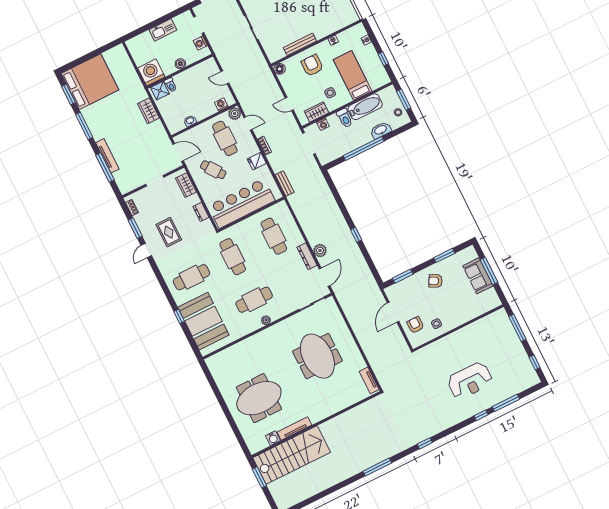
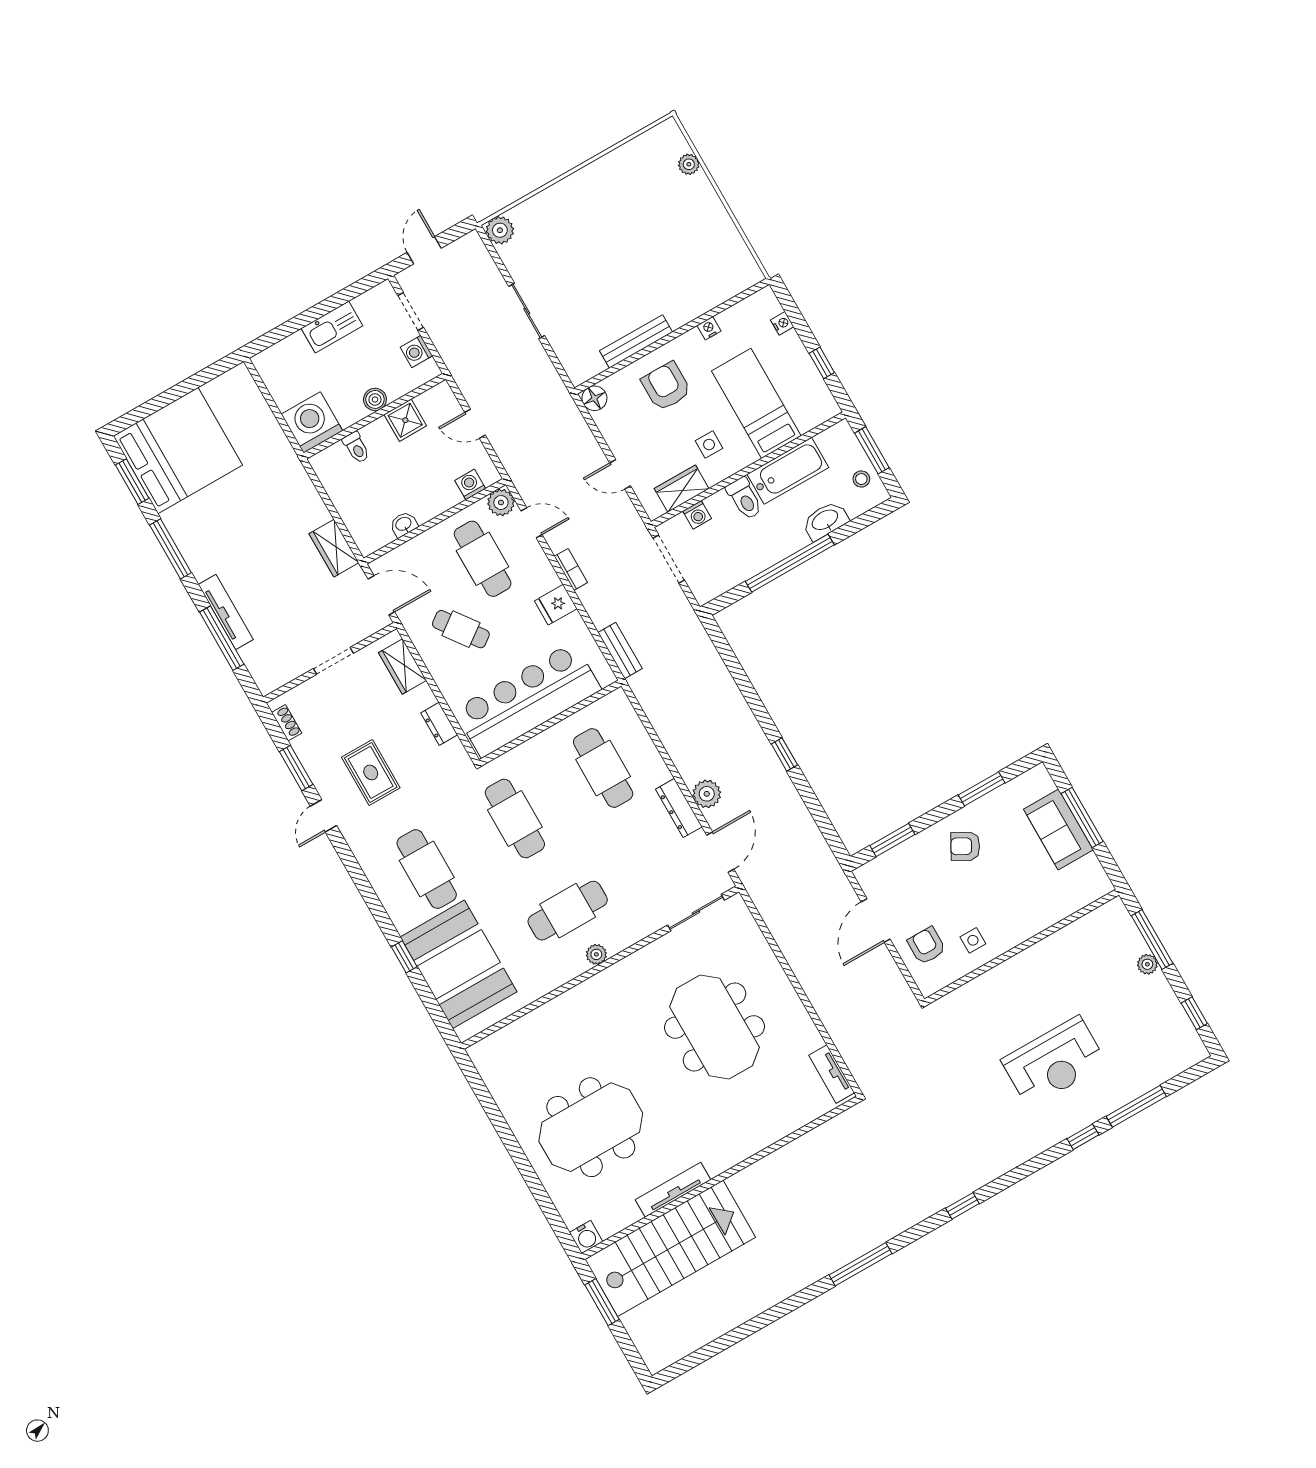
shower: (160, 91) -> (405, 420), moved
wardrobe: (148, 111) -> (334, 548), moved
cafe table: (192, 277) -> (427, 869), turned 90
plant: (515, 339) -> (1147, 964), added
water cooler: (273, 438) -> (586, 1237), moved

